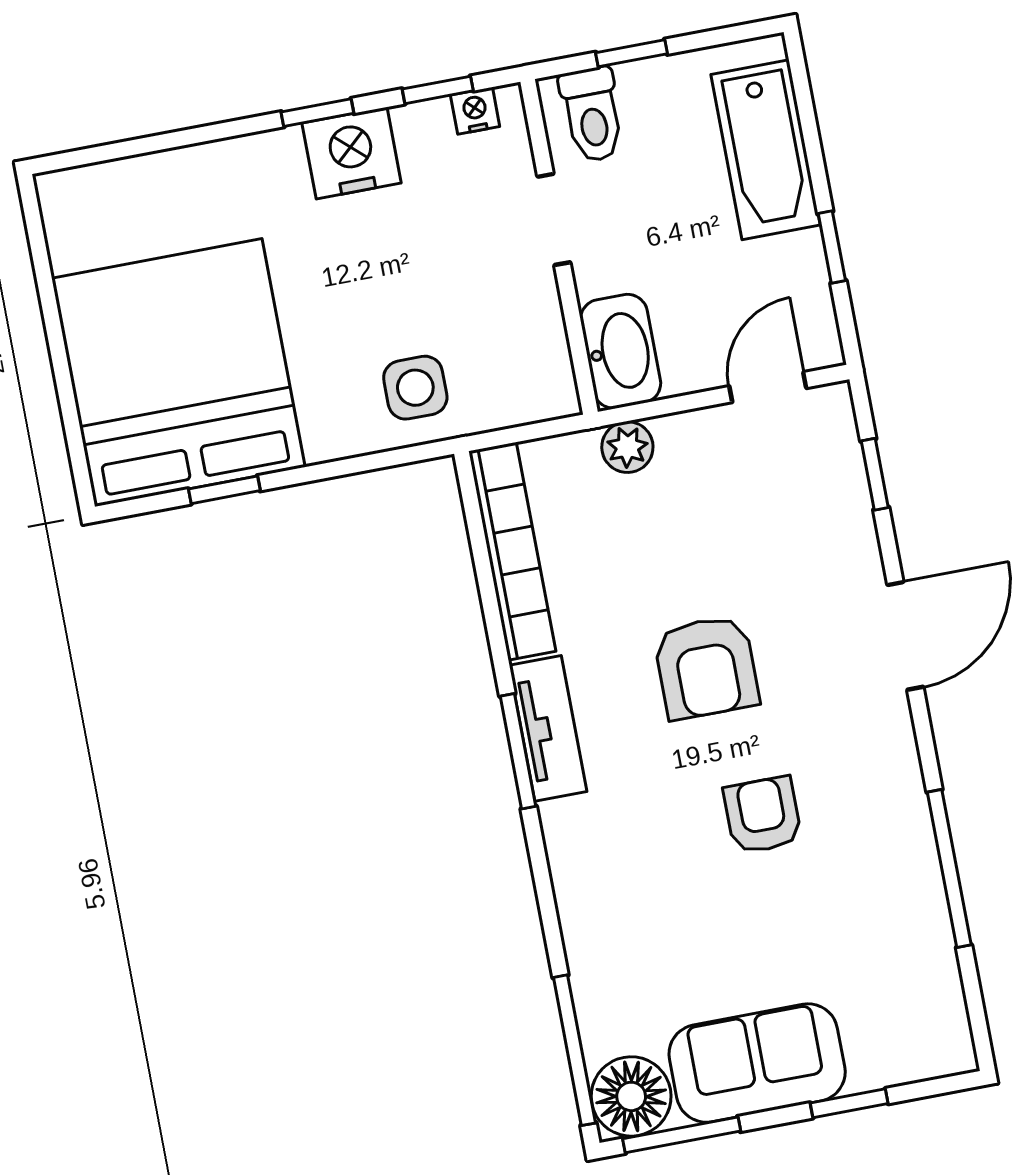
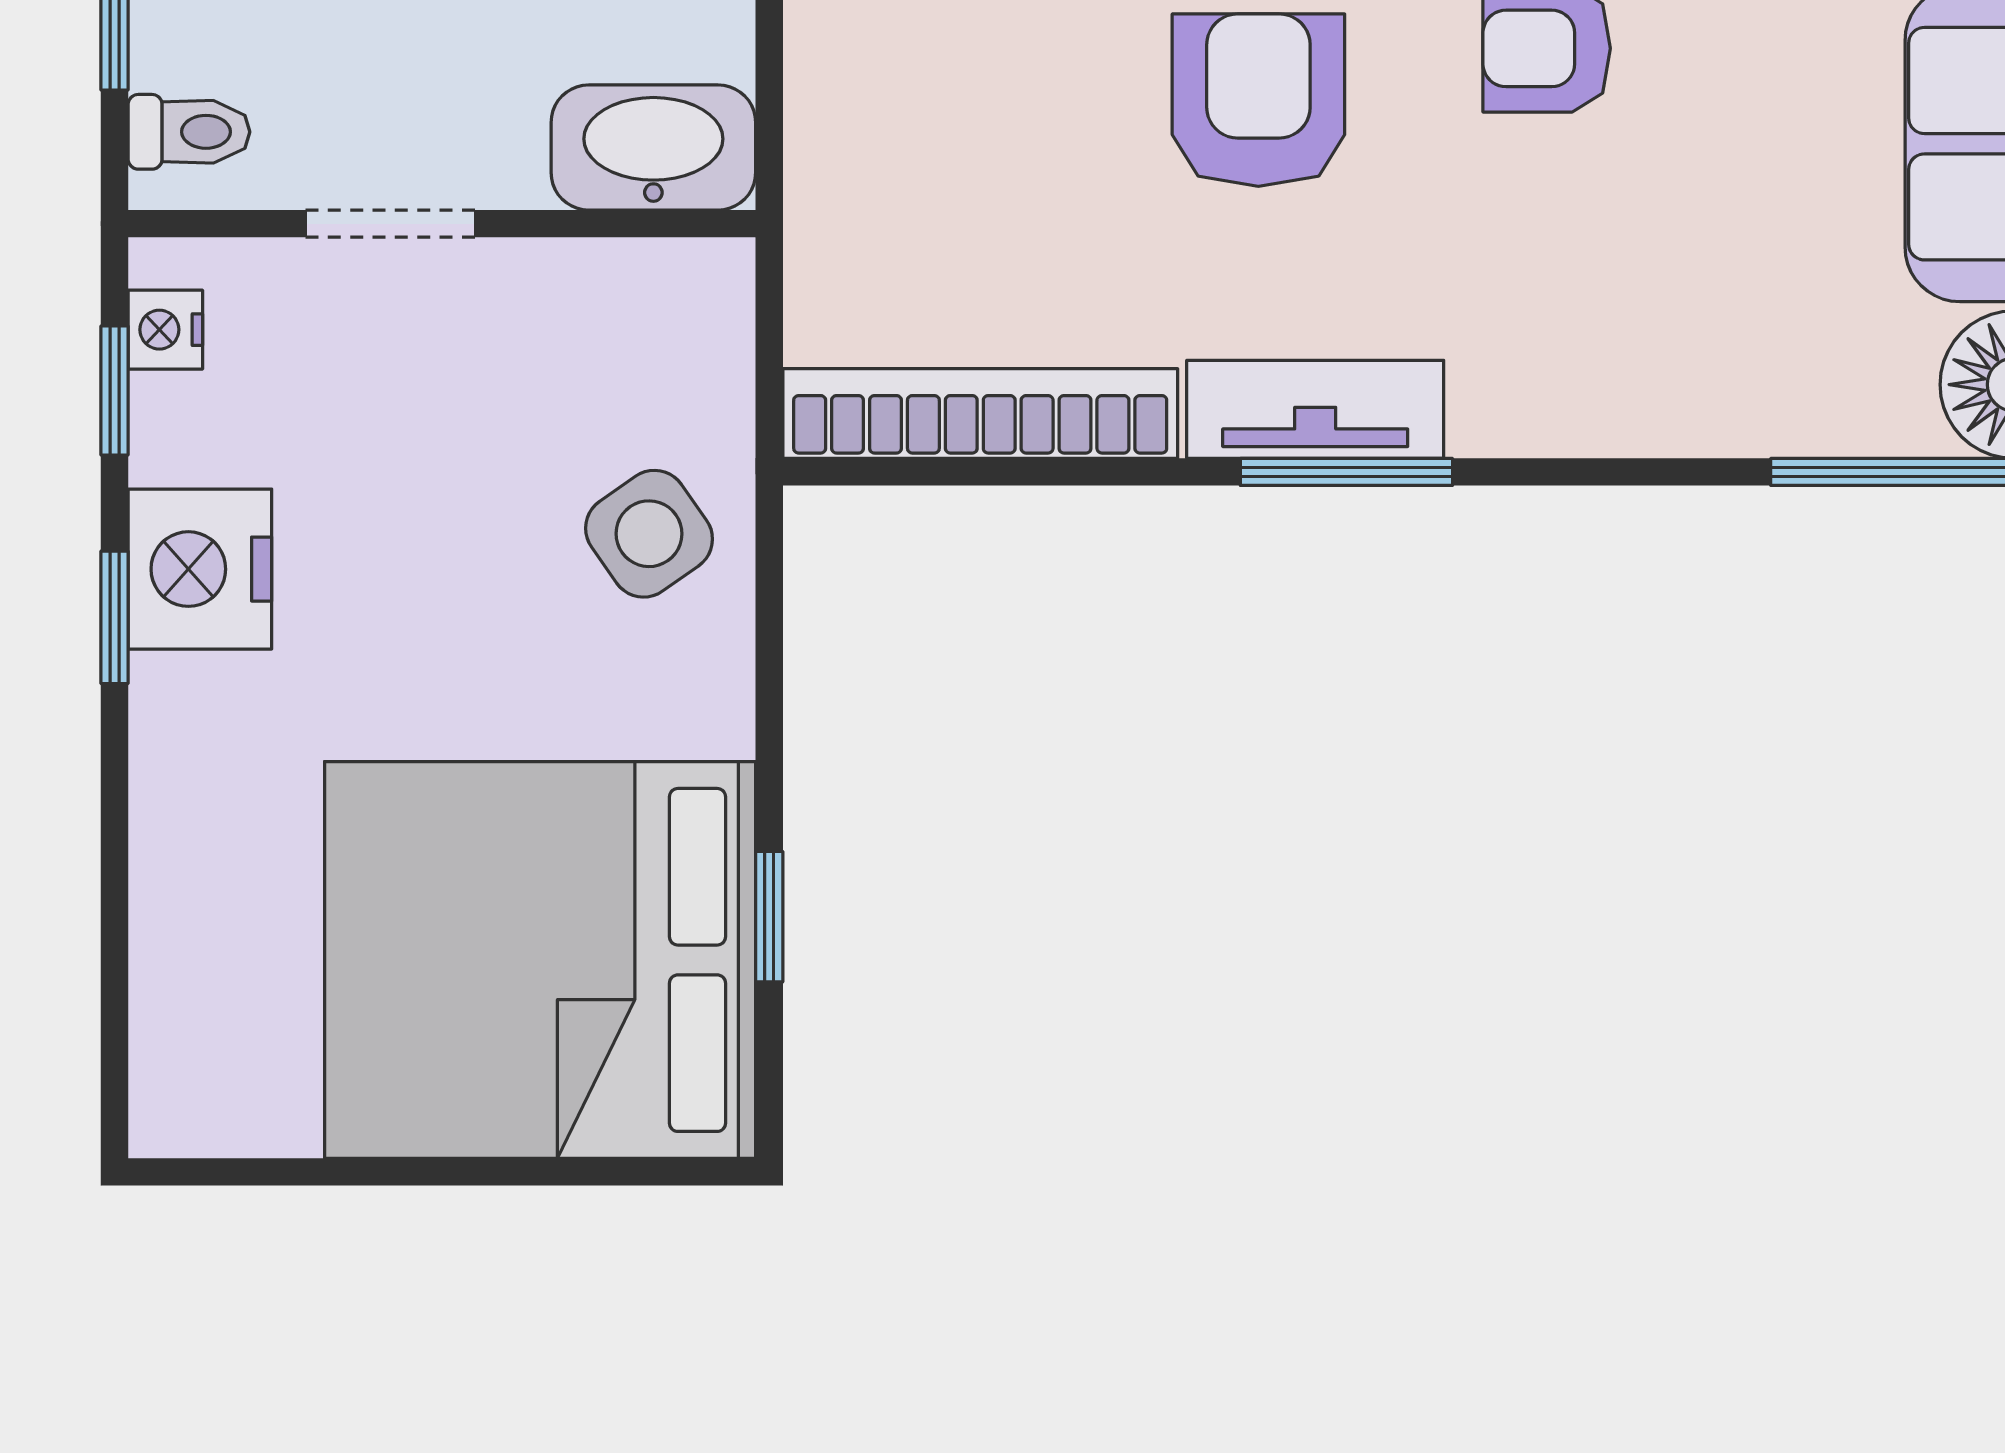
toilet: (592, 115) -> (189, 132), width x0.73, depth x0.72
side table: (415, 388) -> (649, 534), turned -35
plant: (627, 447) -> (830, 168), removed
armchair: (706, 667) -> (1258, 100), turned -90

